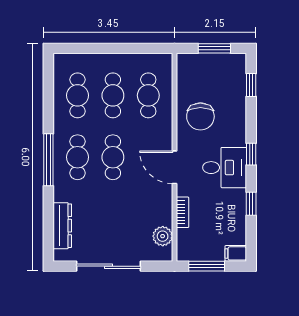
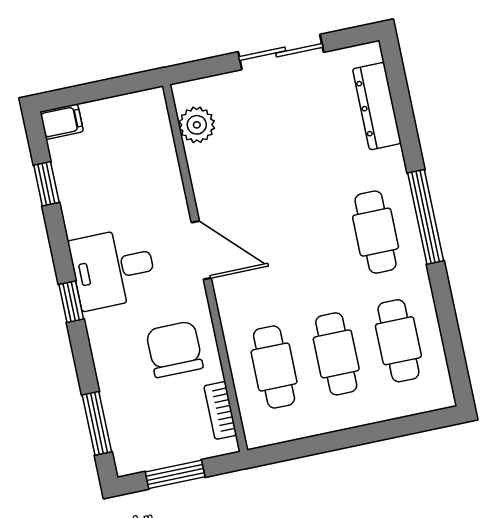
window: (251, 85) -> (97, 423), width x1.50
cafe table: (113, 157) -> (313, 245), removed
window: (251, 204) -> (46, 184), moved
bookcase: (183, 212) -> (220, 410), moved
sliding door: (108, 266) -> (281, 52), width x0.73
window: (207, 266) -> (108, 88), removed

